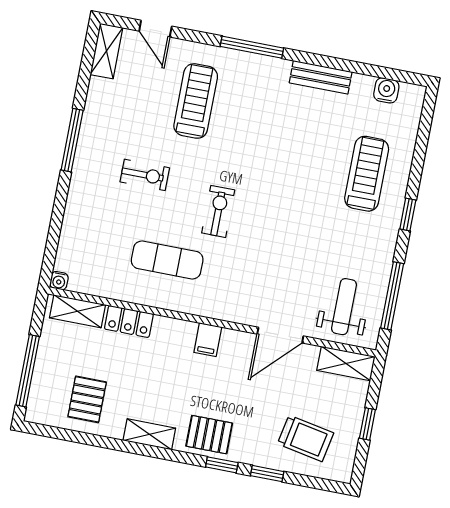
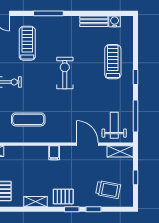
bench: (321, 77) -> (94, 21), moved
exercise bike: (218, 211) -> (65, 73), moved, width x1.38, depth x1.39
locker: (129, 321) -> (16, 151), removed
door: (280, 335) -> (87, 144), swing flipped

